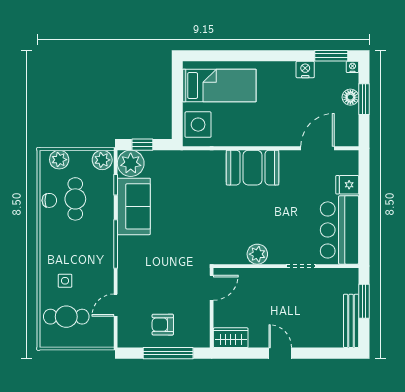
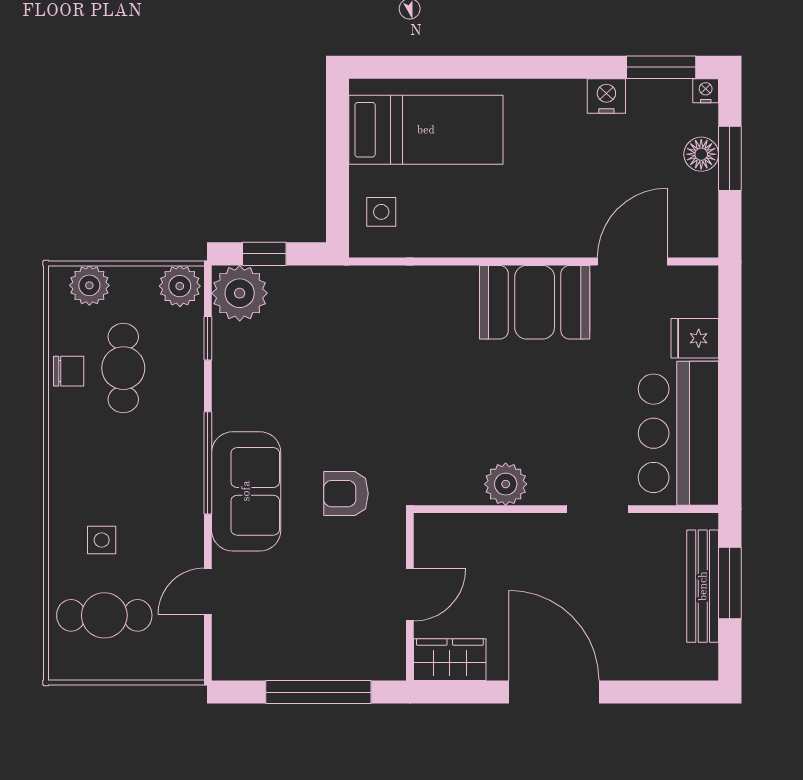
side table: (198, 125) -> (381, 212), width x0.54, depth x0.54
booth: (253, 168) -> (535, 302), moved
sofa: (134, 206) -> (246, 491), moved
door: (212, 288) -> (410, 595), moved
bench: (351, 321) -> (703, 586), moved
armchair: (163, 325) -> (346, 494), moved
door: (280, 353) -> (554, 692), width x1.88

